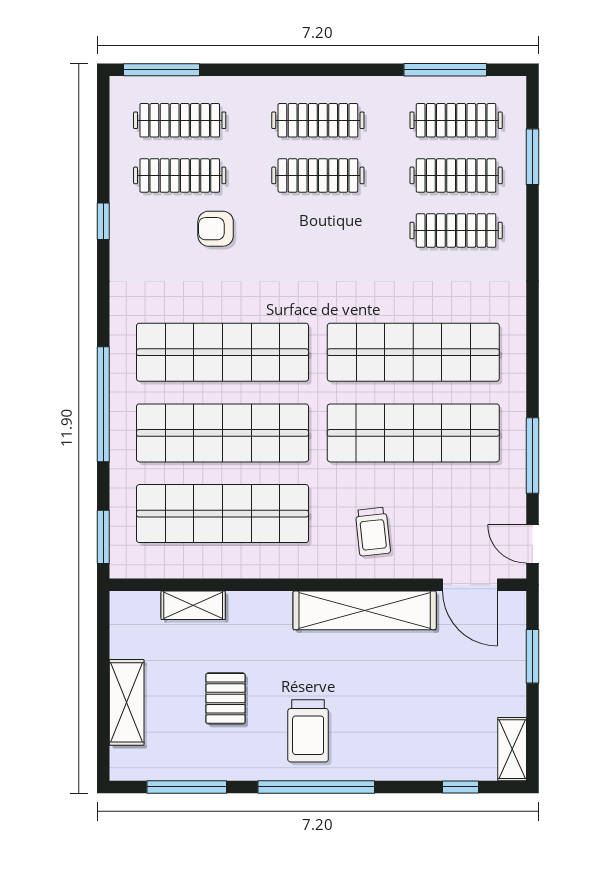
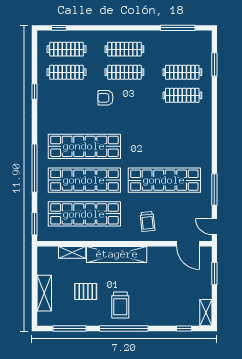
window: (162, 70) -> (59, 28), width x0.46
clothes rail: (456, 120) -> (182, 49), removed
armchair: (216, 229) -> (105, 98), moved
shop shelf: (413, 352) -> (164, 146), removed
shelving: (365, 610) -> (117, 254), moved
pallet: (226, 698) -> (86, 291), turned 90

